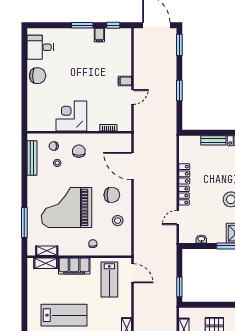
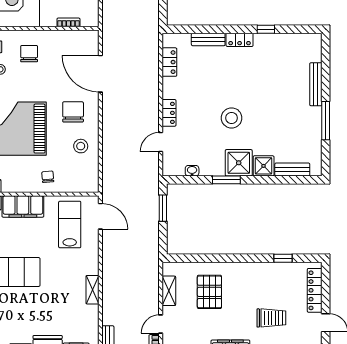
locker: (184, 174) -> (169, 62), moved
chair: (112, 195) -> (73, 112), turned -90
lab bench: (109, 279) -> (70, 224), turned 180
window: (179, 287) -> (163, 208), moved

